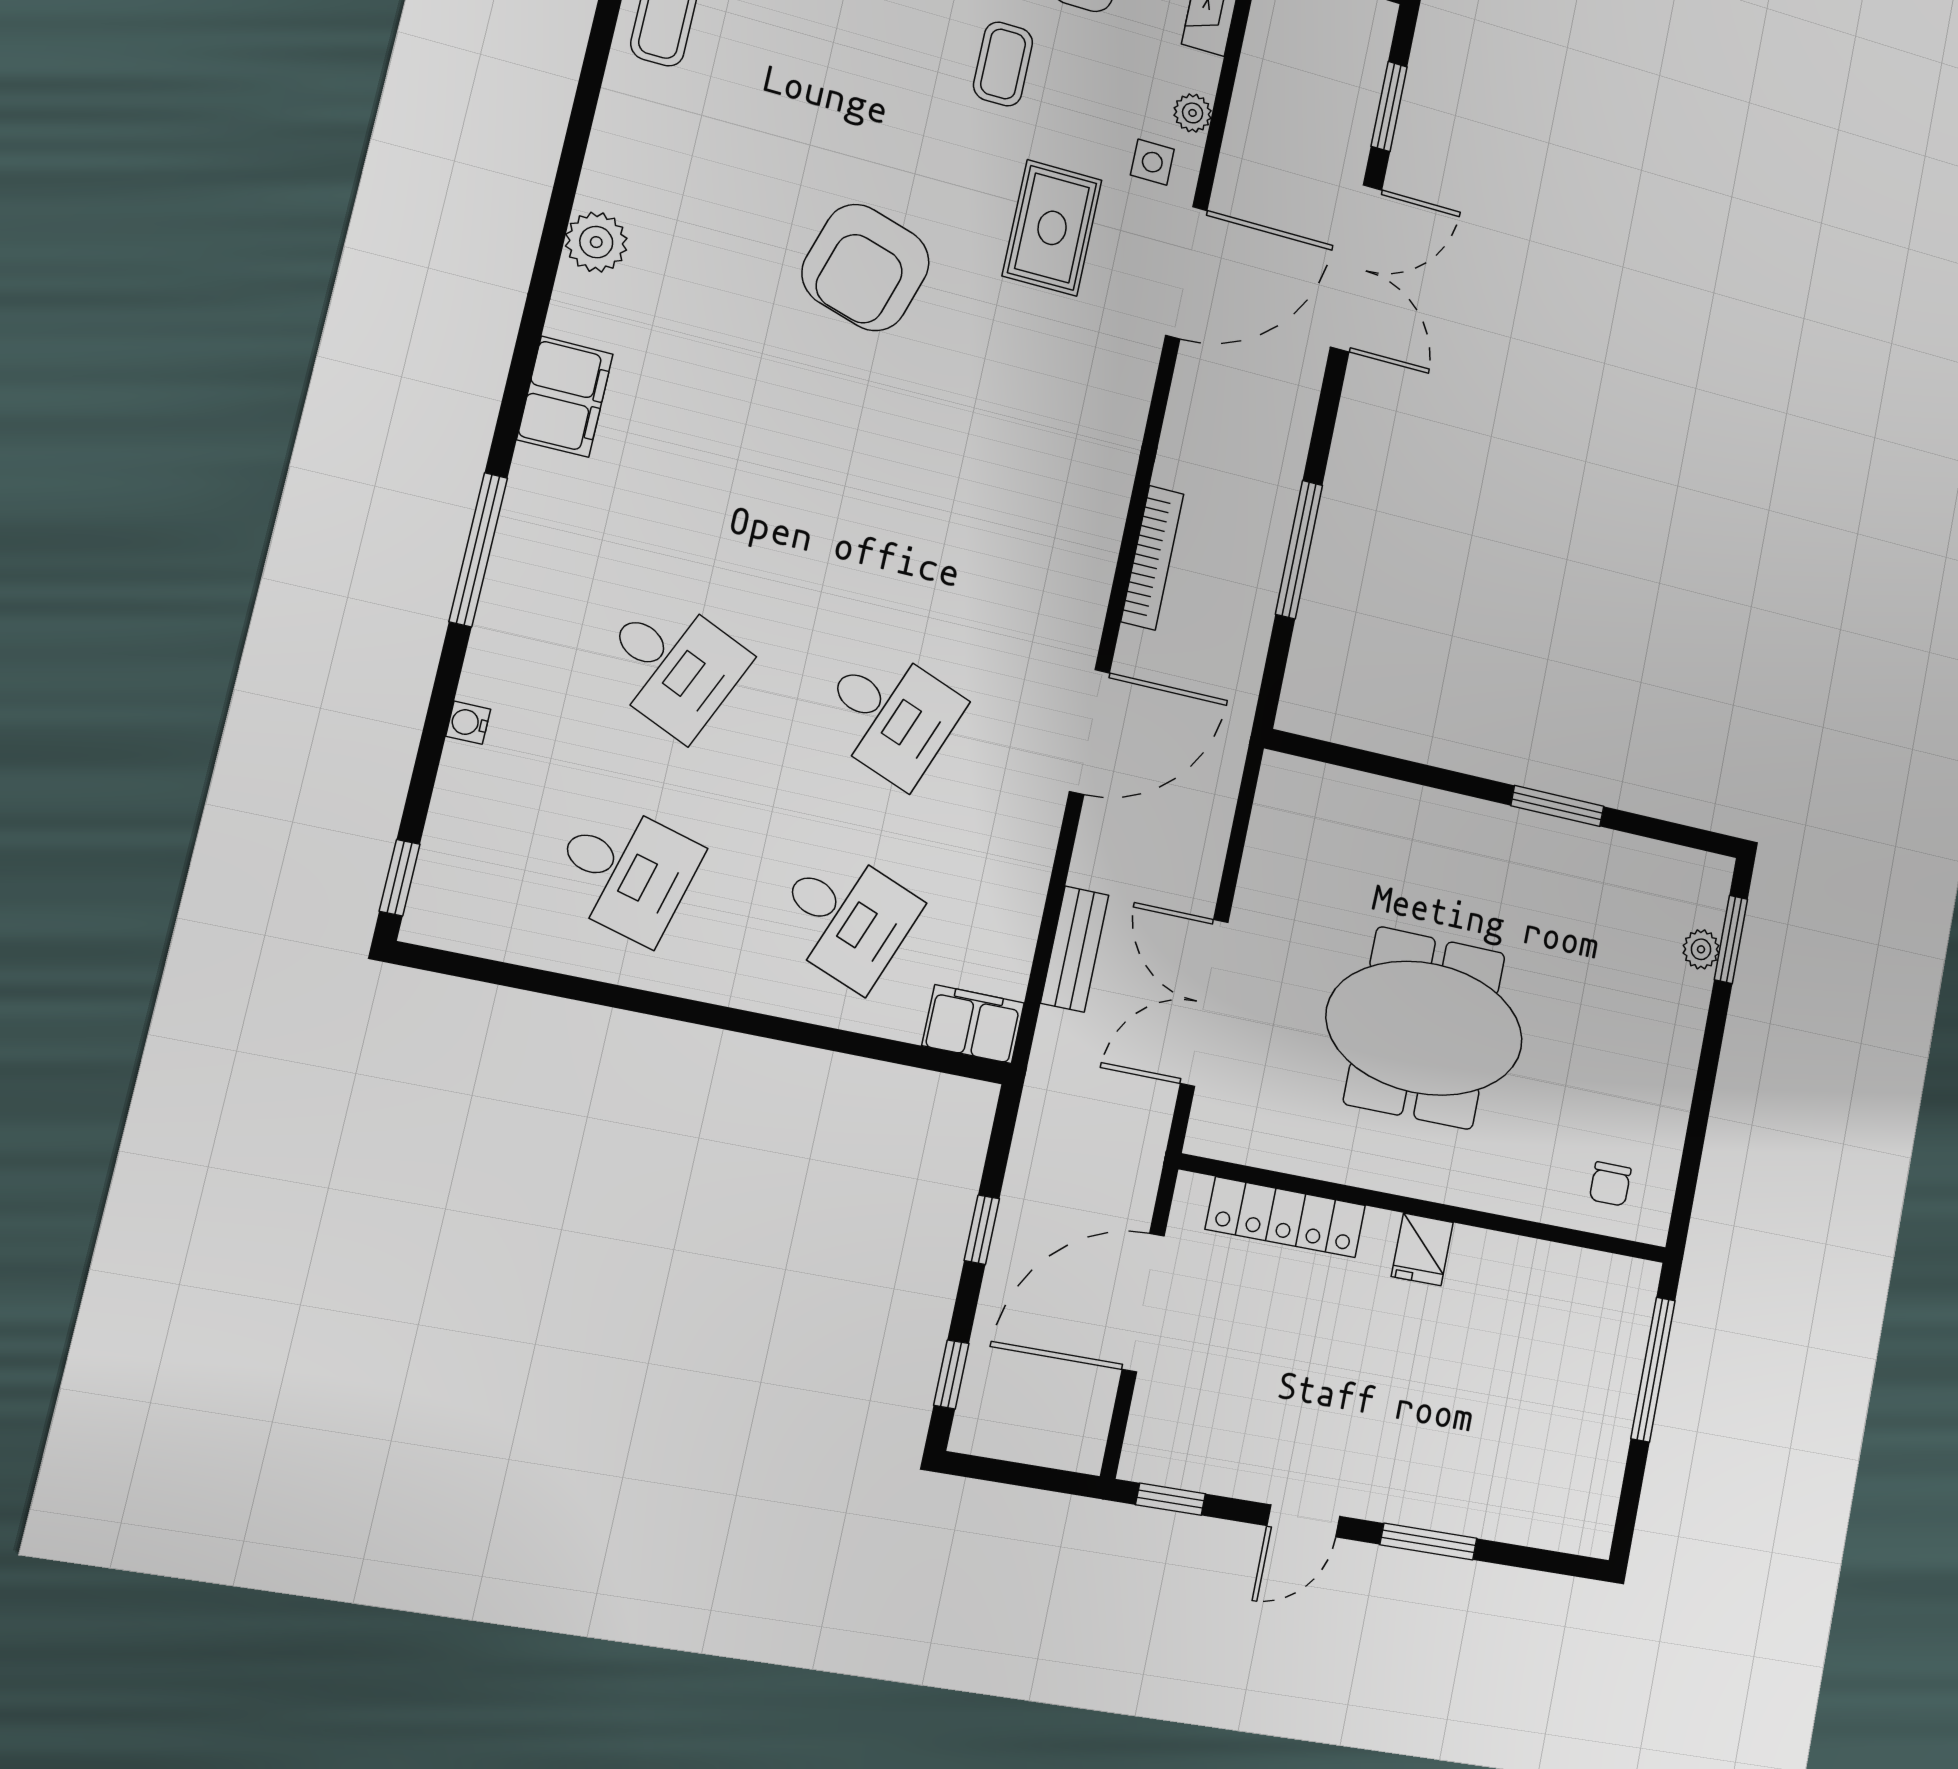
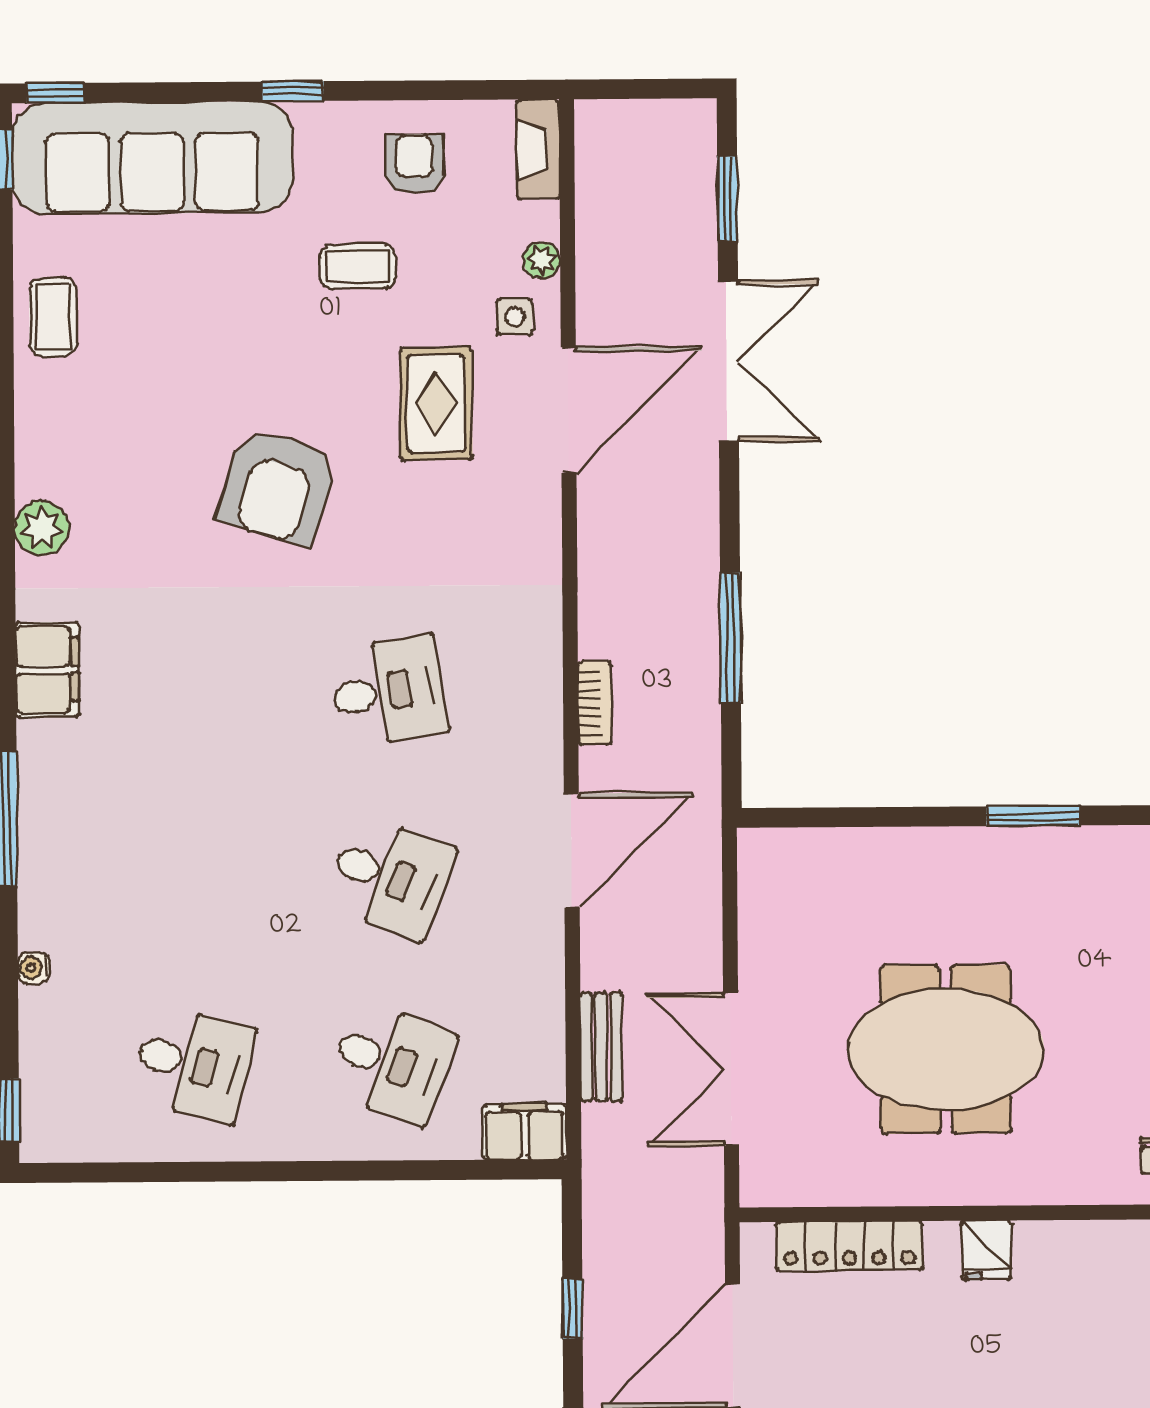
coffee table: (1003, 64) -> (358, 267), turned 90
bookcase: (1152, 558) -> (595, 703), width x0.64
desk: (673, 665) -> (388, 691), moved, turned -33

